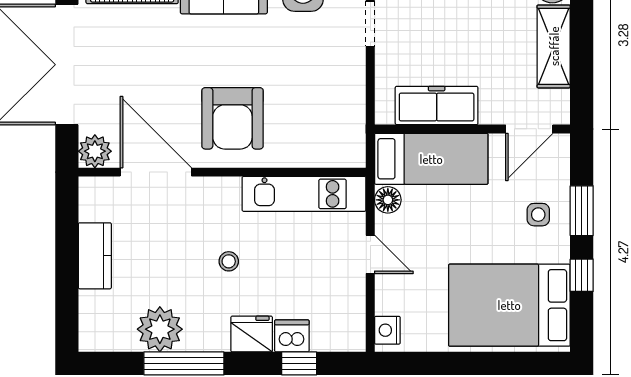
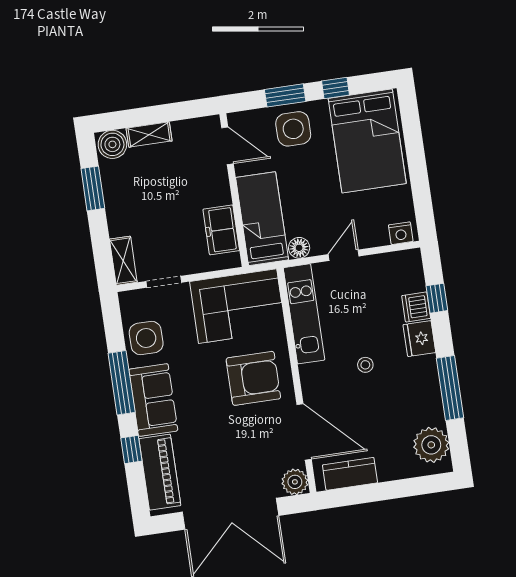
shelving: (554, 46) -> (149, 135), width x0.67, depth x0.75
freezer: (437, 105) -> (221, 230), width x0.71
corner sofa: (326, 112) -> (238, 306), added
door: (156, 172) -> (304, 432), swing flipped
side table: (538, 215) -> (293, 129), width x1.87, depth x1.87
kitchen counter: (95, 256) -> (350, 474), moved
plant: (160, 329) -> (431, 445), moved

